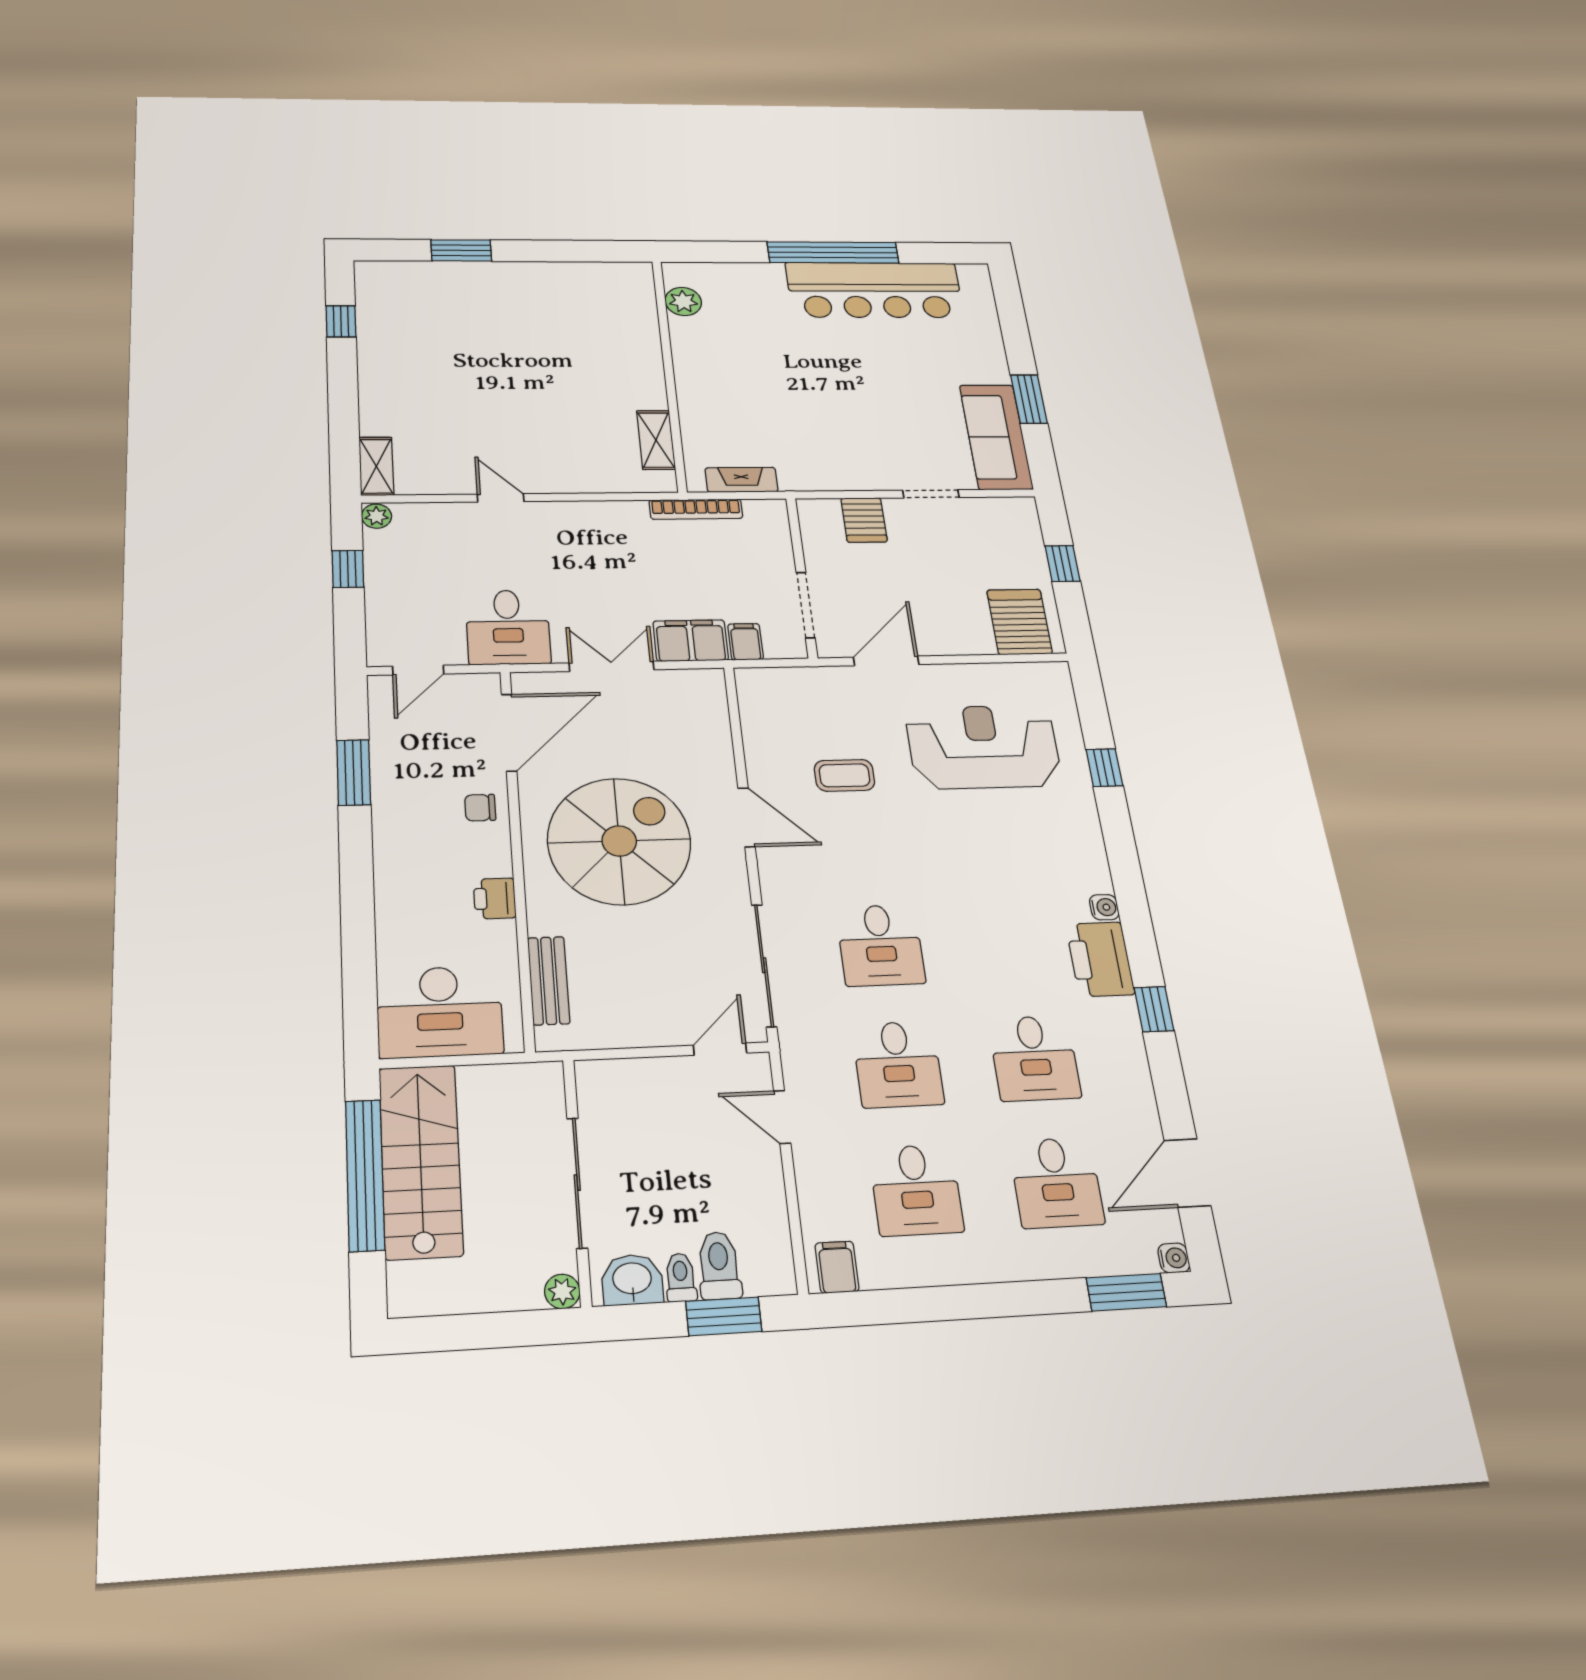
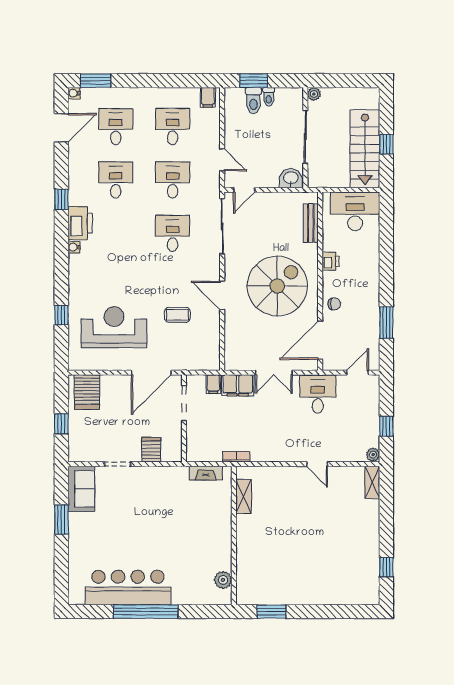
window: (461, 250) -> (271, 612), moved
sofa: (996, 437) -> (81, 489), width x0.73
bookcase: (696, 509) -> (236, 457), width x0.64
door: (886, 661) -> (151, 373), width x1.36
reception desk: (983, 747) -> (114, 327), turned 180
spiral stairs: (619, 841) -> (277, 286), turned 180
window: (365, 1175) -> (386, 144), width x0.32
washbasin: (632, 1280) -> (291, 178), moved, turned 180

